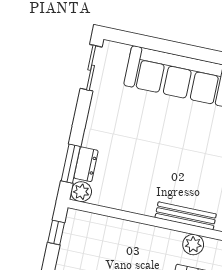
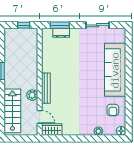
sliding door: (91, 68) -> (97, 25), moved
plant: (81, 192) -> (47, 33), removed

